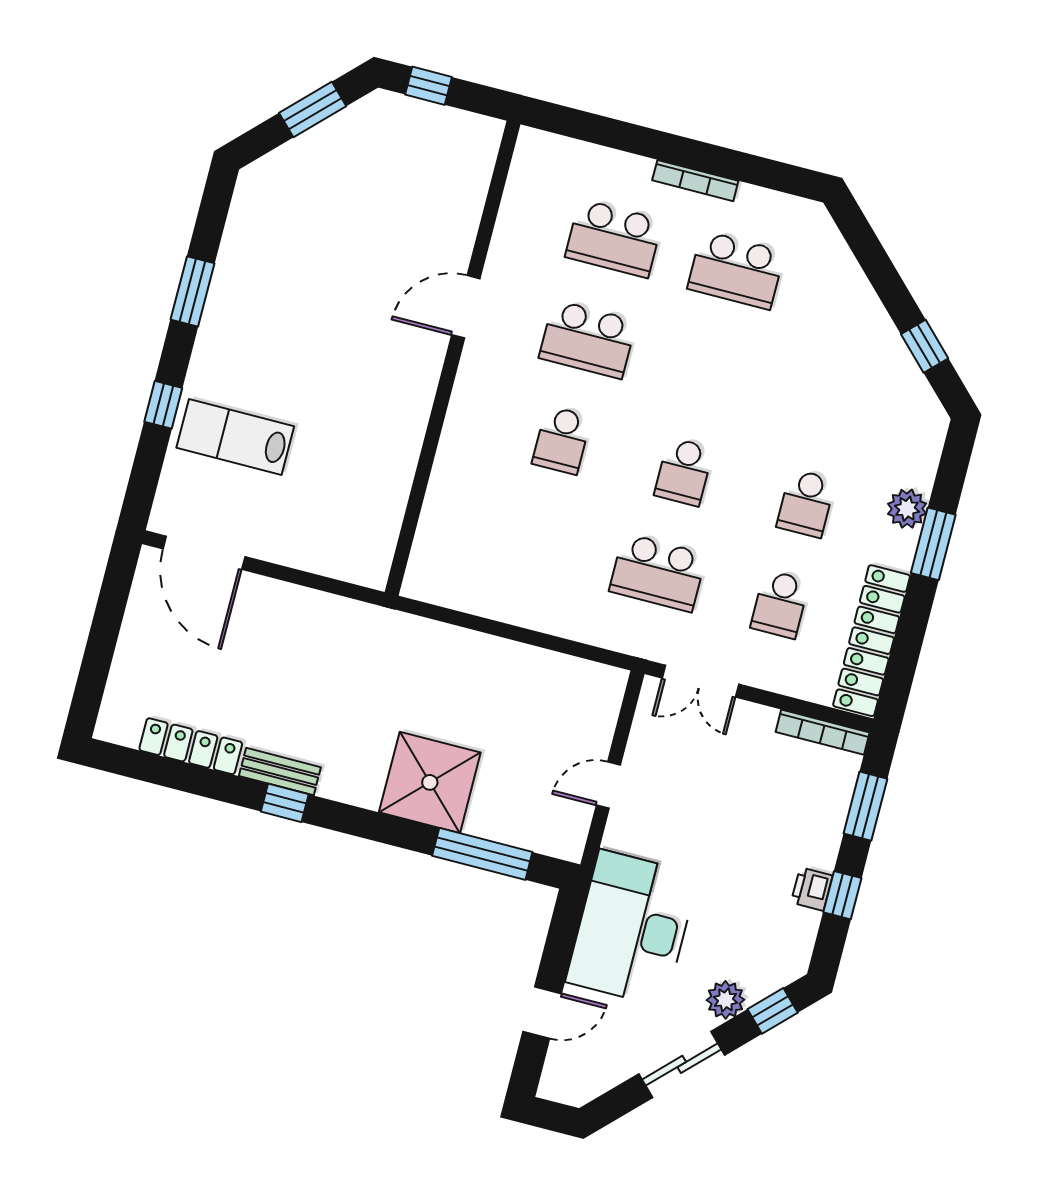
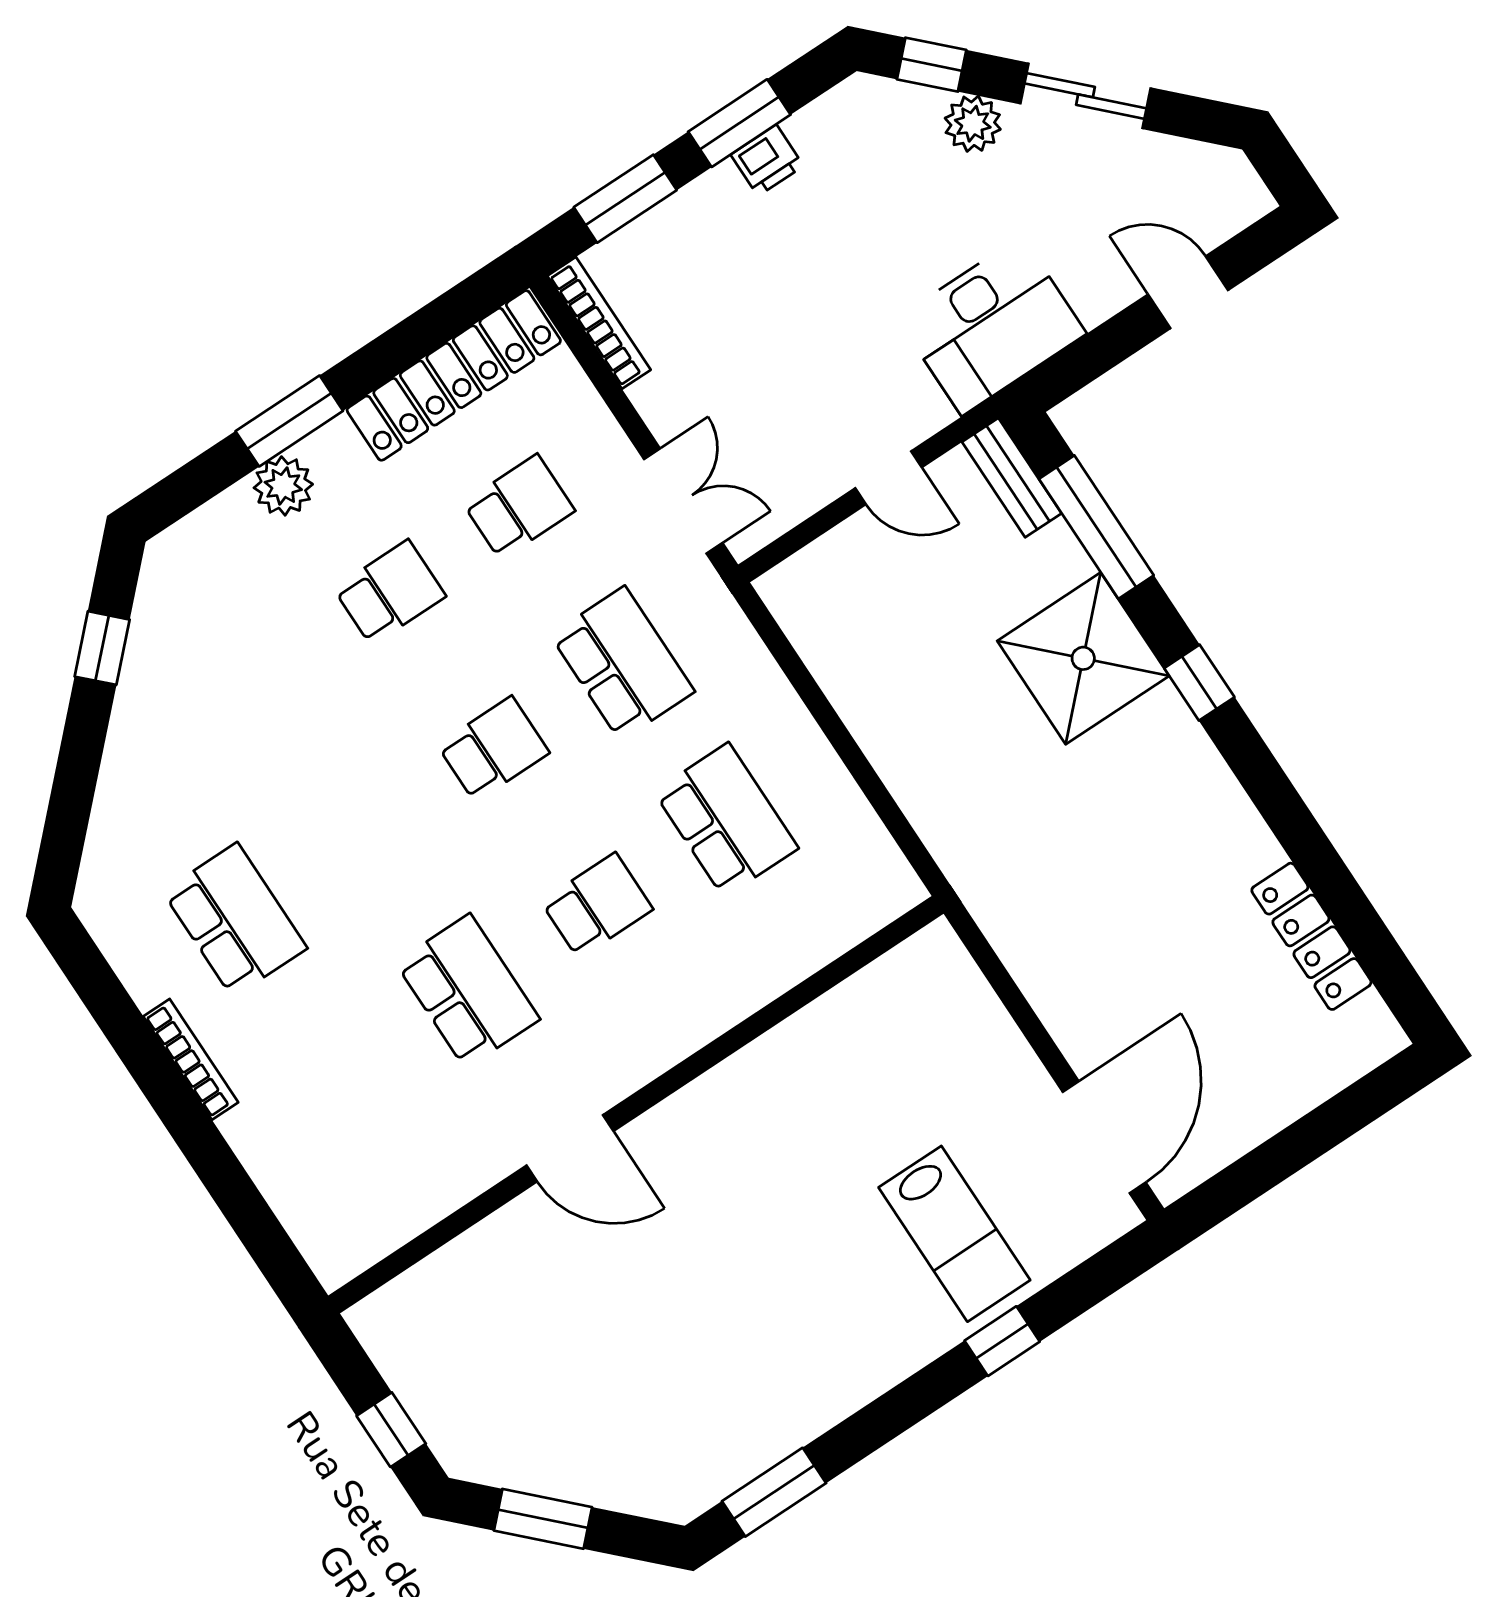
school desk: (614, 239) -> (726, 820), moved
window: (192, 291) -> (774, 1492), moved
bench: (280, 772) -> (1012, 478), moved
window: (285, 803) -> (1199, 683), moved
window: (842, 895) -> (739, 123), width x1.50
desk: (632, 928) -> (992, 326), width x0.73, depth x0.77

